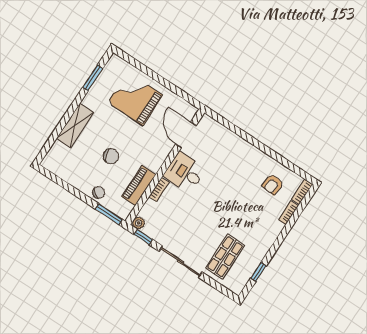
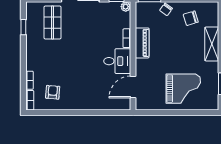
door: (186, 135) -> (133, 87), swing flipped
chair: (111, 156) -> (191, 18), moved
piano: (139, 186) -> (142, 43), moved

